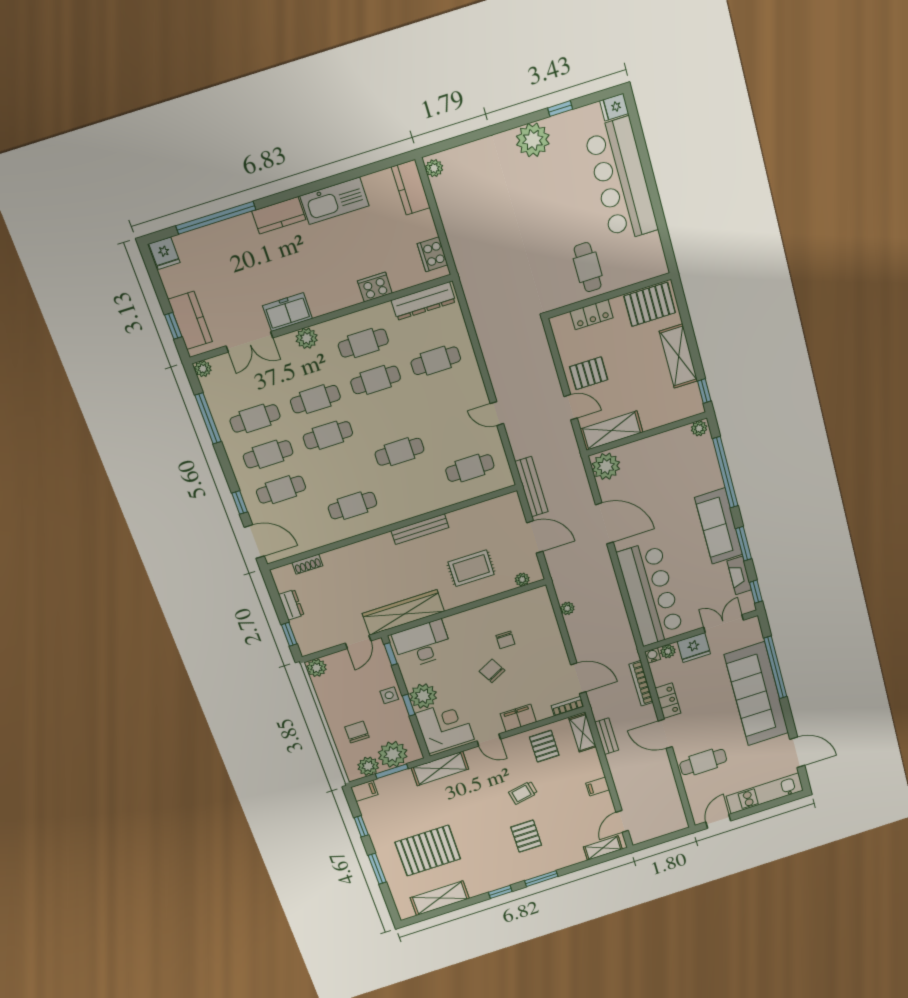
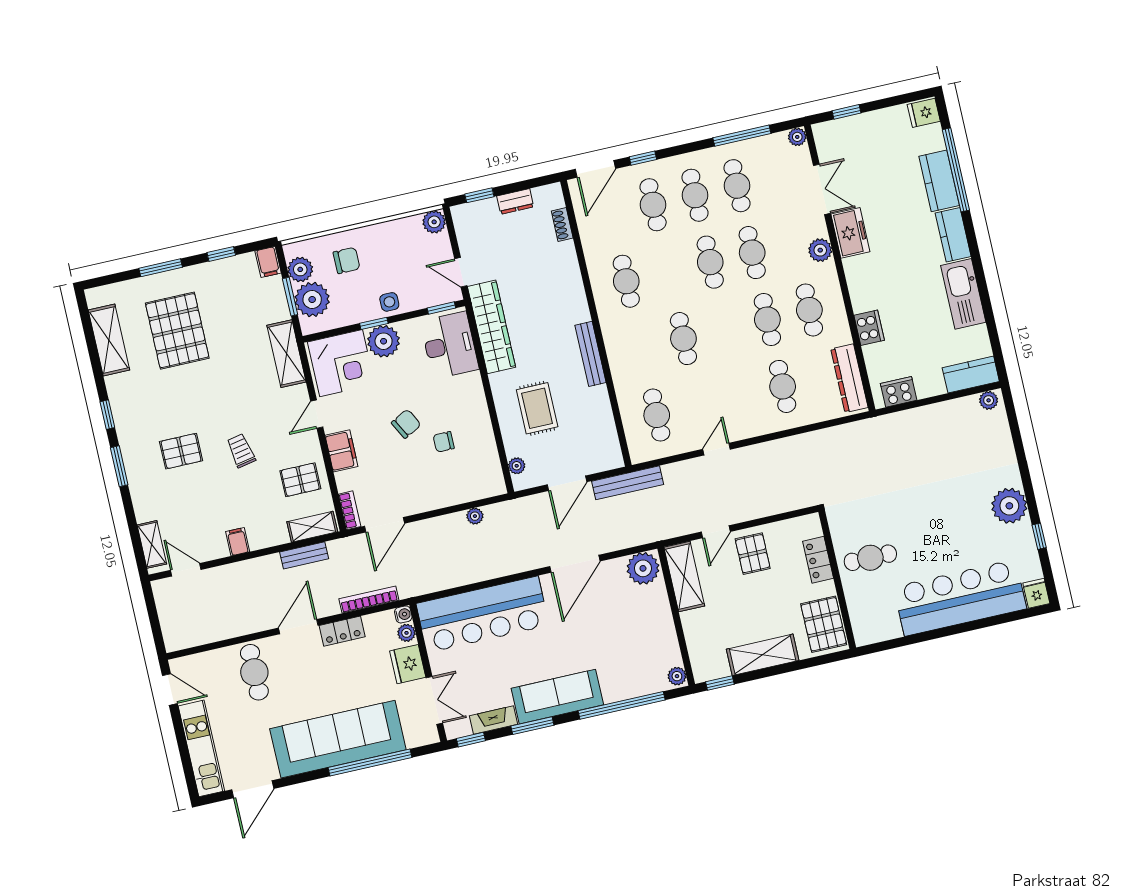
kitchen counter: (190, 320) -> (939, 181), moved, turned 90
double door: (249, 342) -> (822, 189), swing flipped

